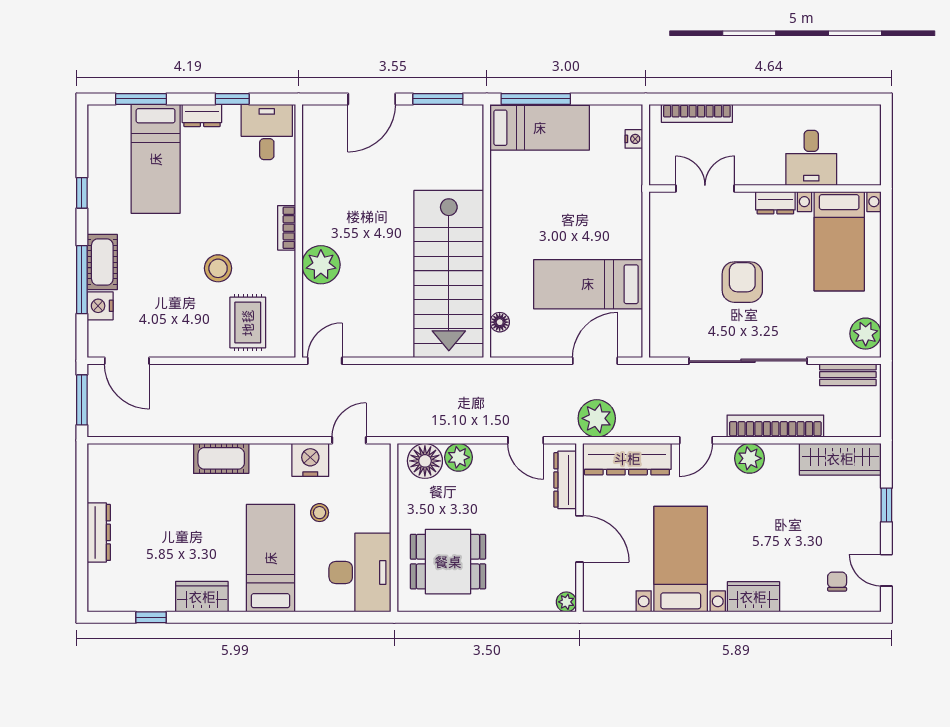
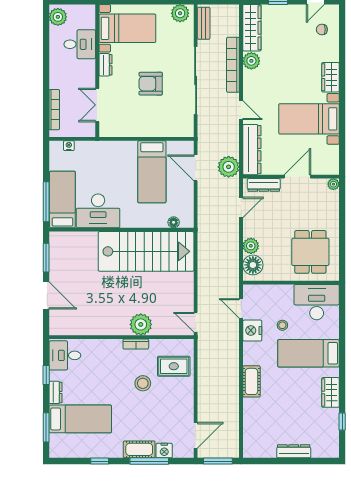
plant: (859, 120) -> (58, 17), added
desk: (520, 190) -> (98, 211), added
bookcase: (287, 228) -> (136, 344), moved
plant: (750, 458) -> (251, 61), moved

